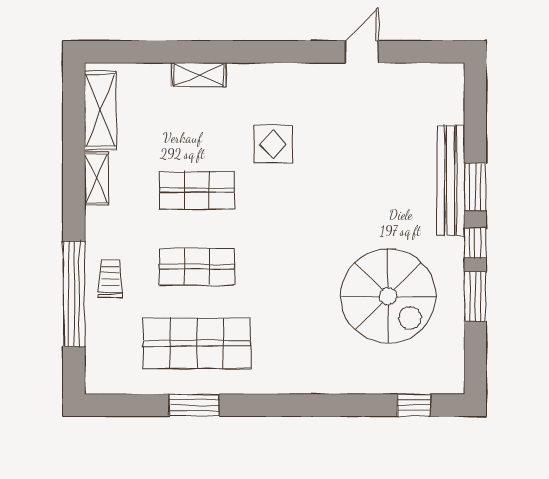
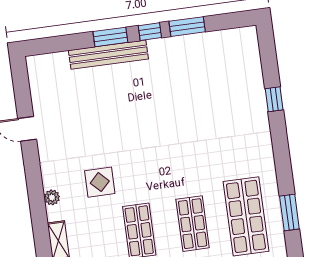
plant: (261, 74) -> (52, 197), added
spiral stairs: (388, 296) -> (195, 87), removed
window: (414, 405) -> (274, 99), moved

